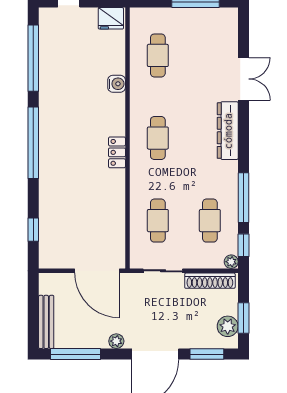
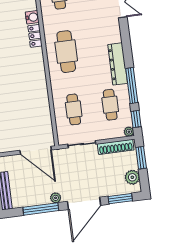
dresser: (228, 131) -> (118, 64), moved
cafe table: (158, 138) -> (66, 52), width x1.37, depth x1.35
locker: (117, 152) -> (35, 36), moved
window: (243, 318) -> (141, 158), moved
window: (75, 354) -> (41, 209), moved

